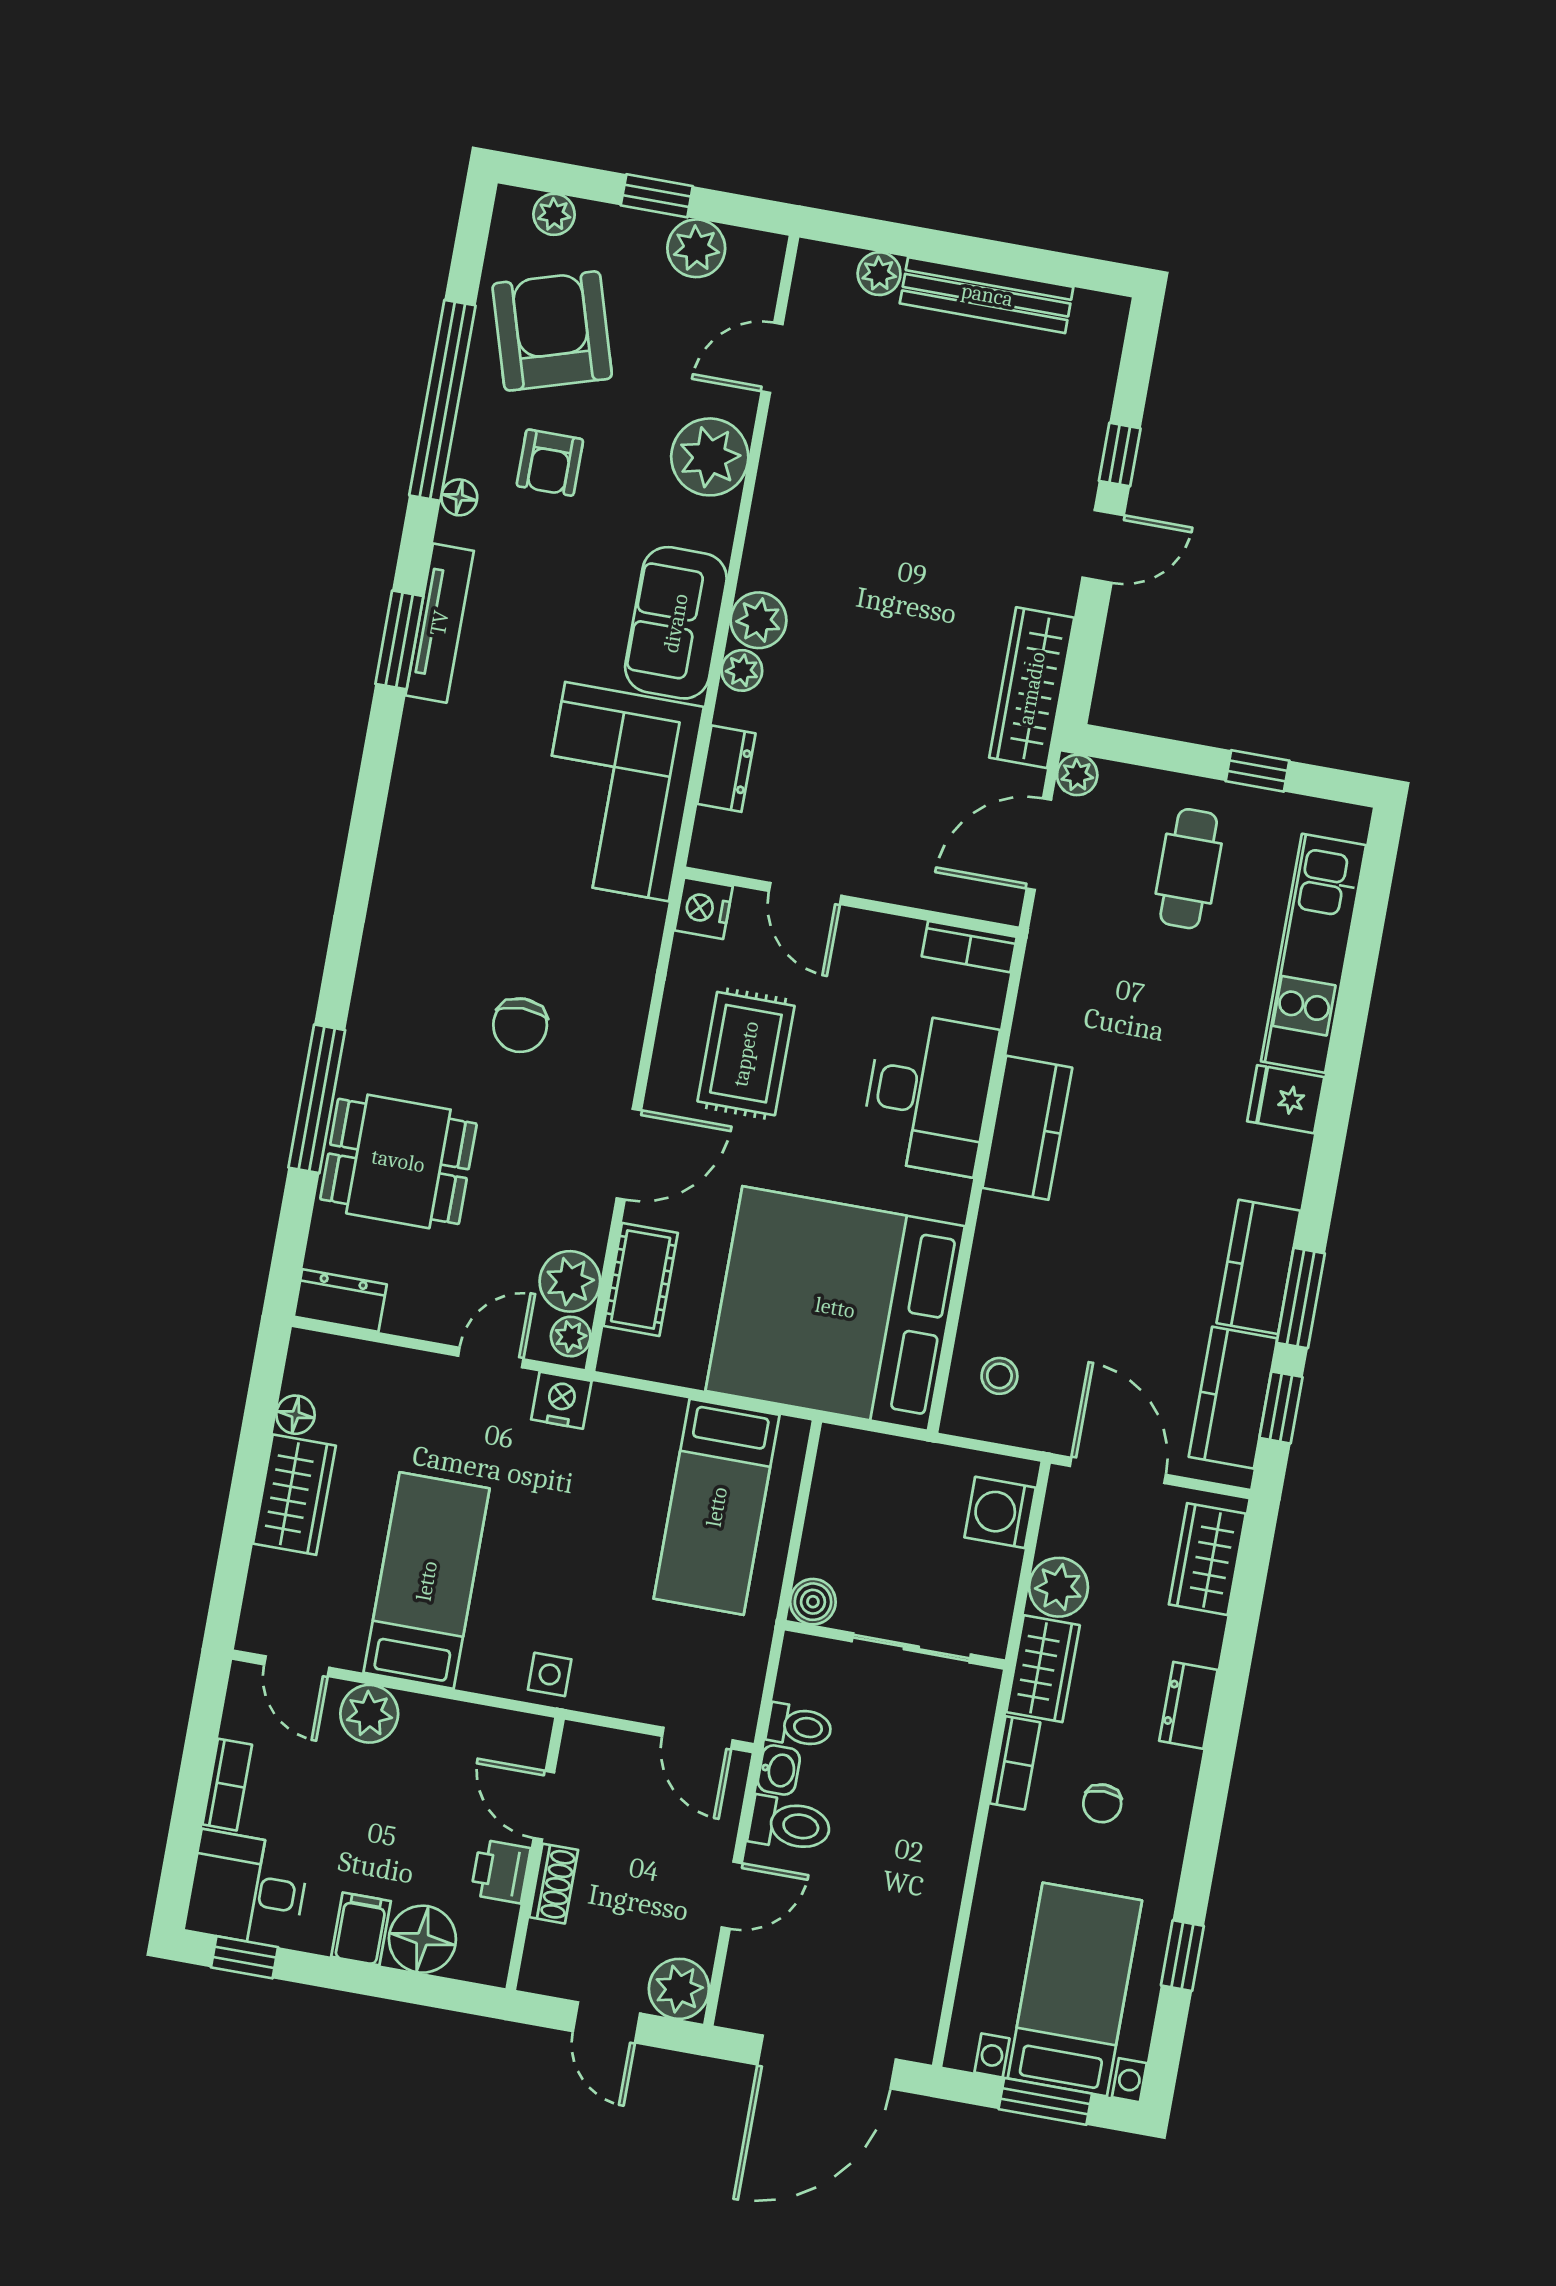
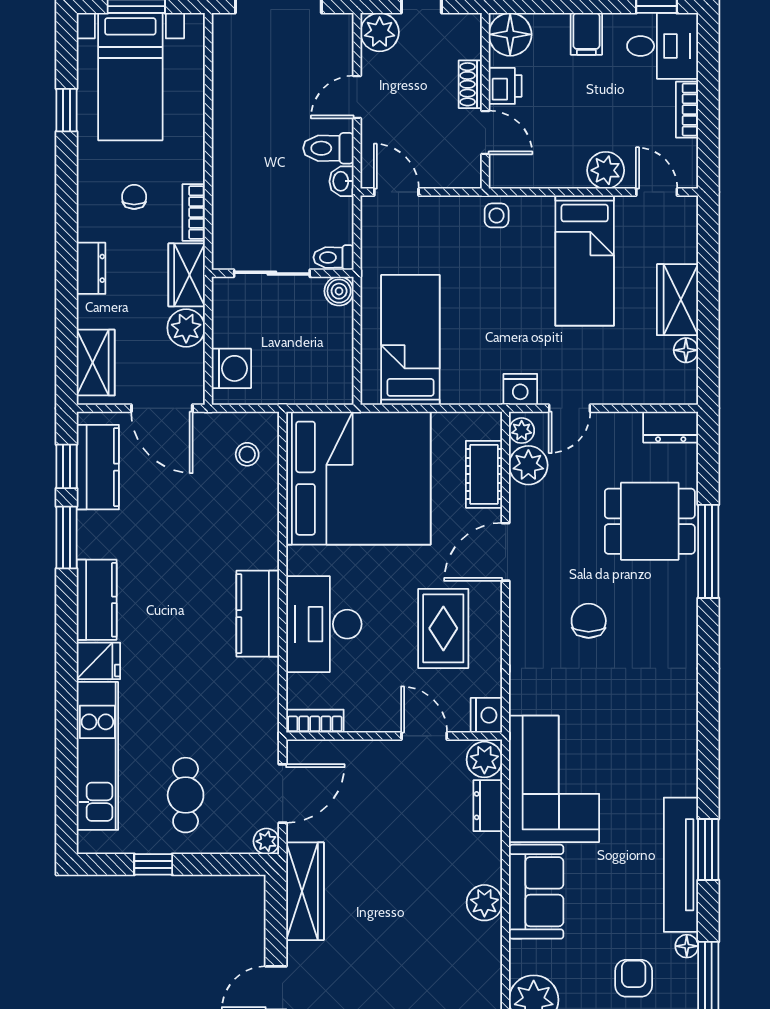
tv unit: (440, 623) -> (681, 865), width x1.36, depth x1.29
plant: (742, 670) -> (484, 760), moved, width x1.38, depth x1.38
kitchen counter: (1258, 1267) -> (97, 600), moved
toilet: (799, 1726) -> (334, 257), moved
floor lamp: (422, 1939) -> (510, 34), moved

